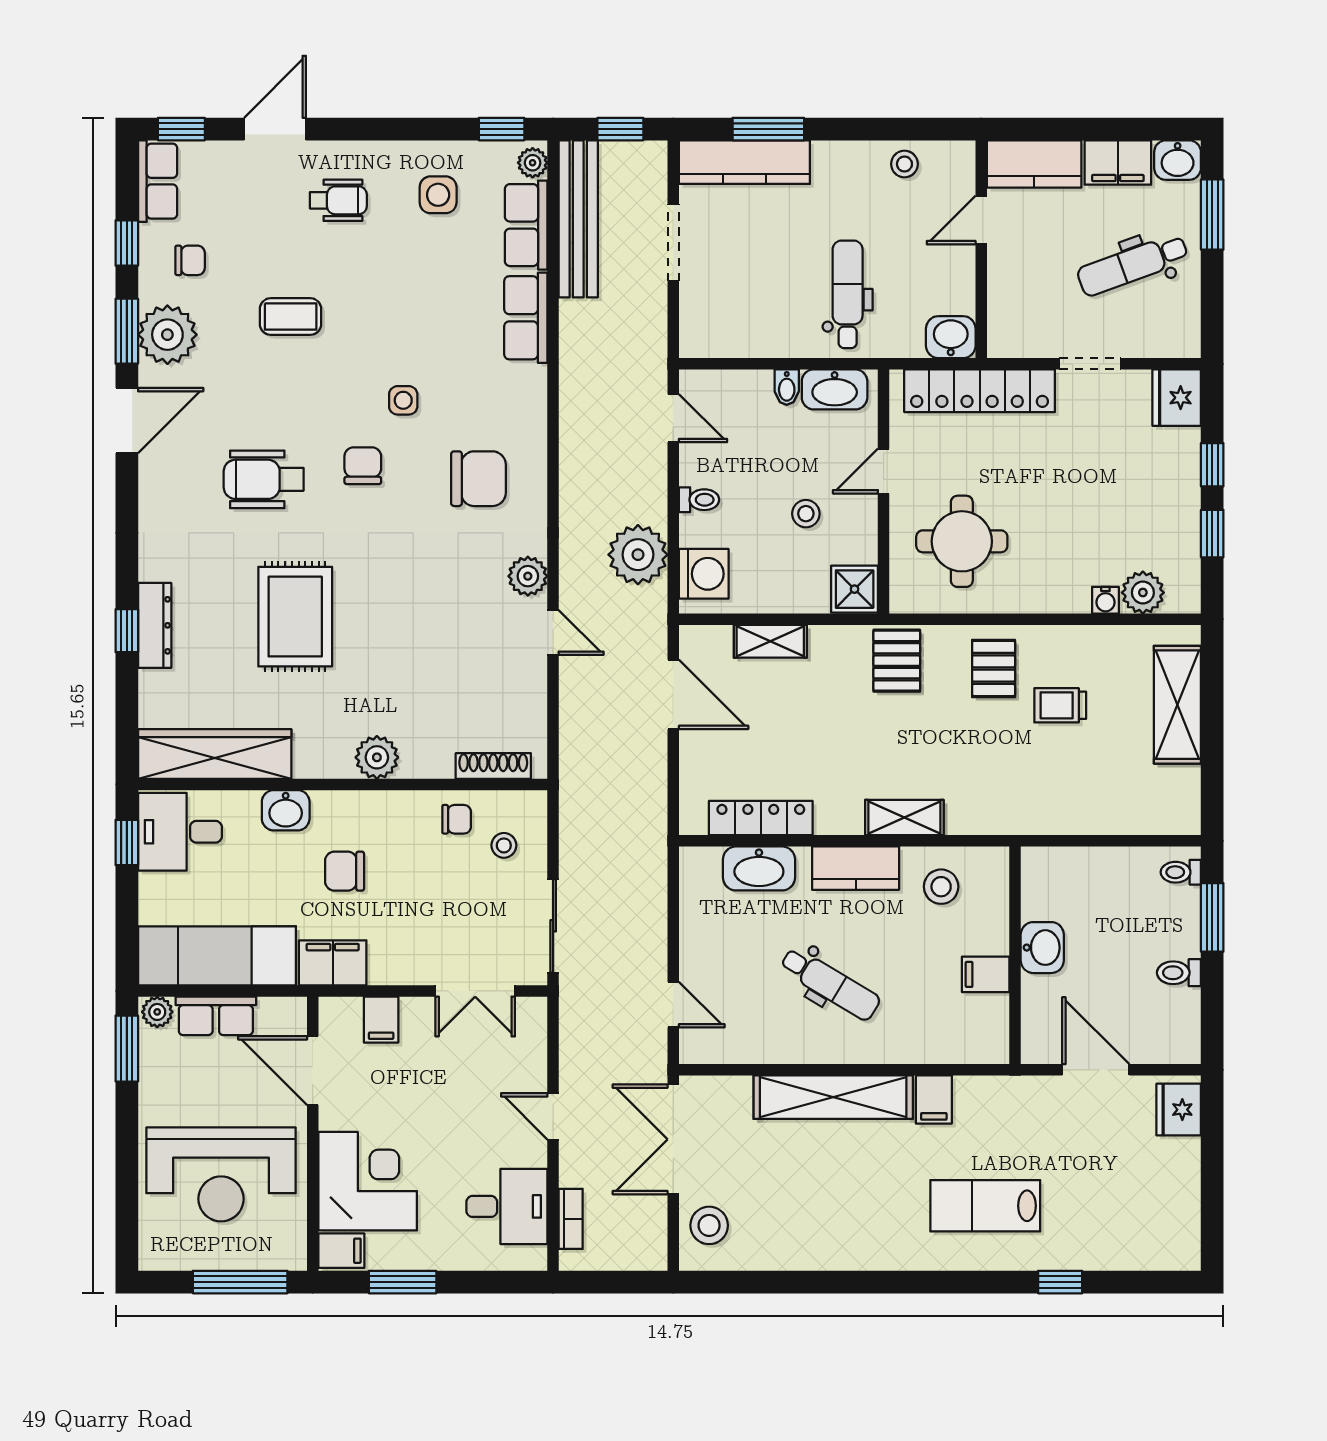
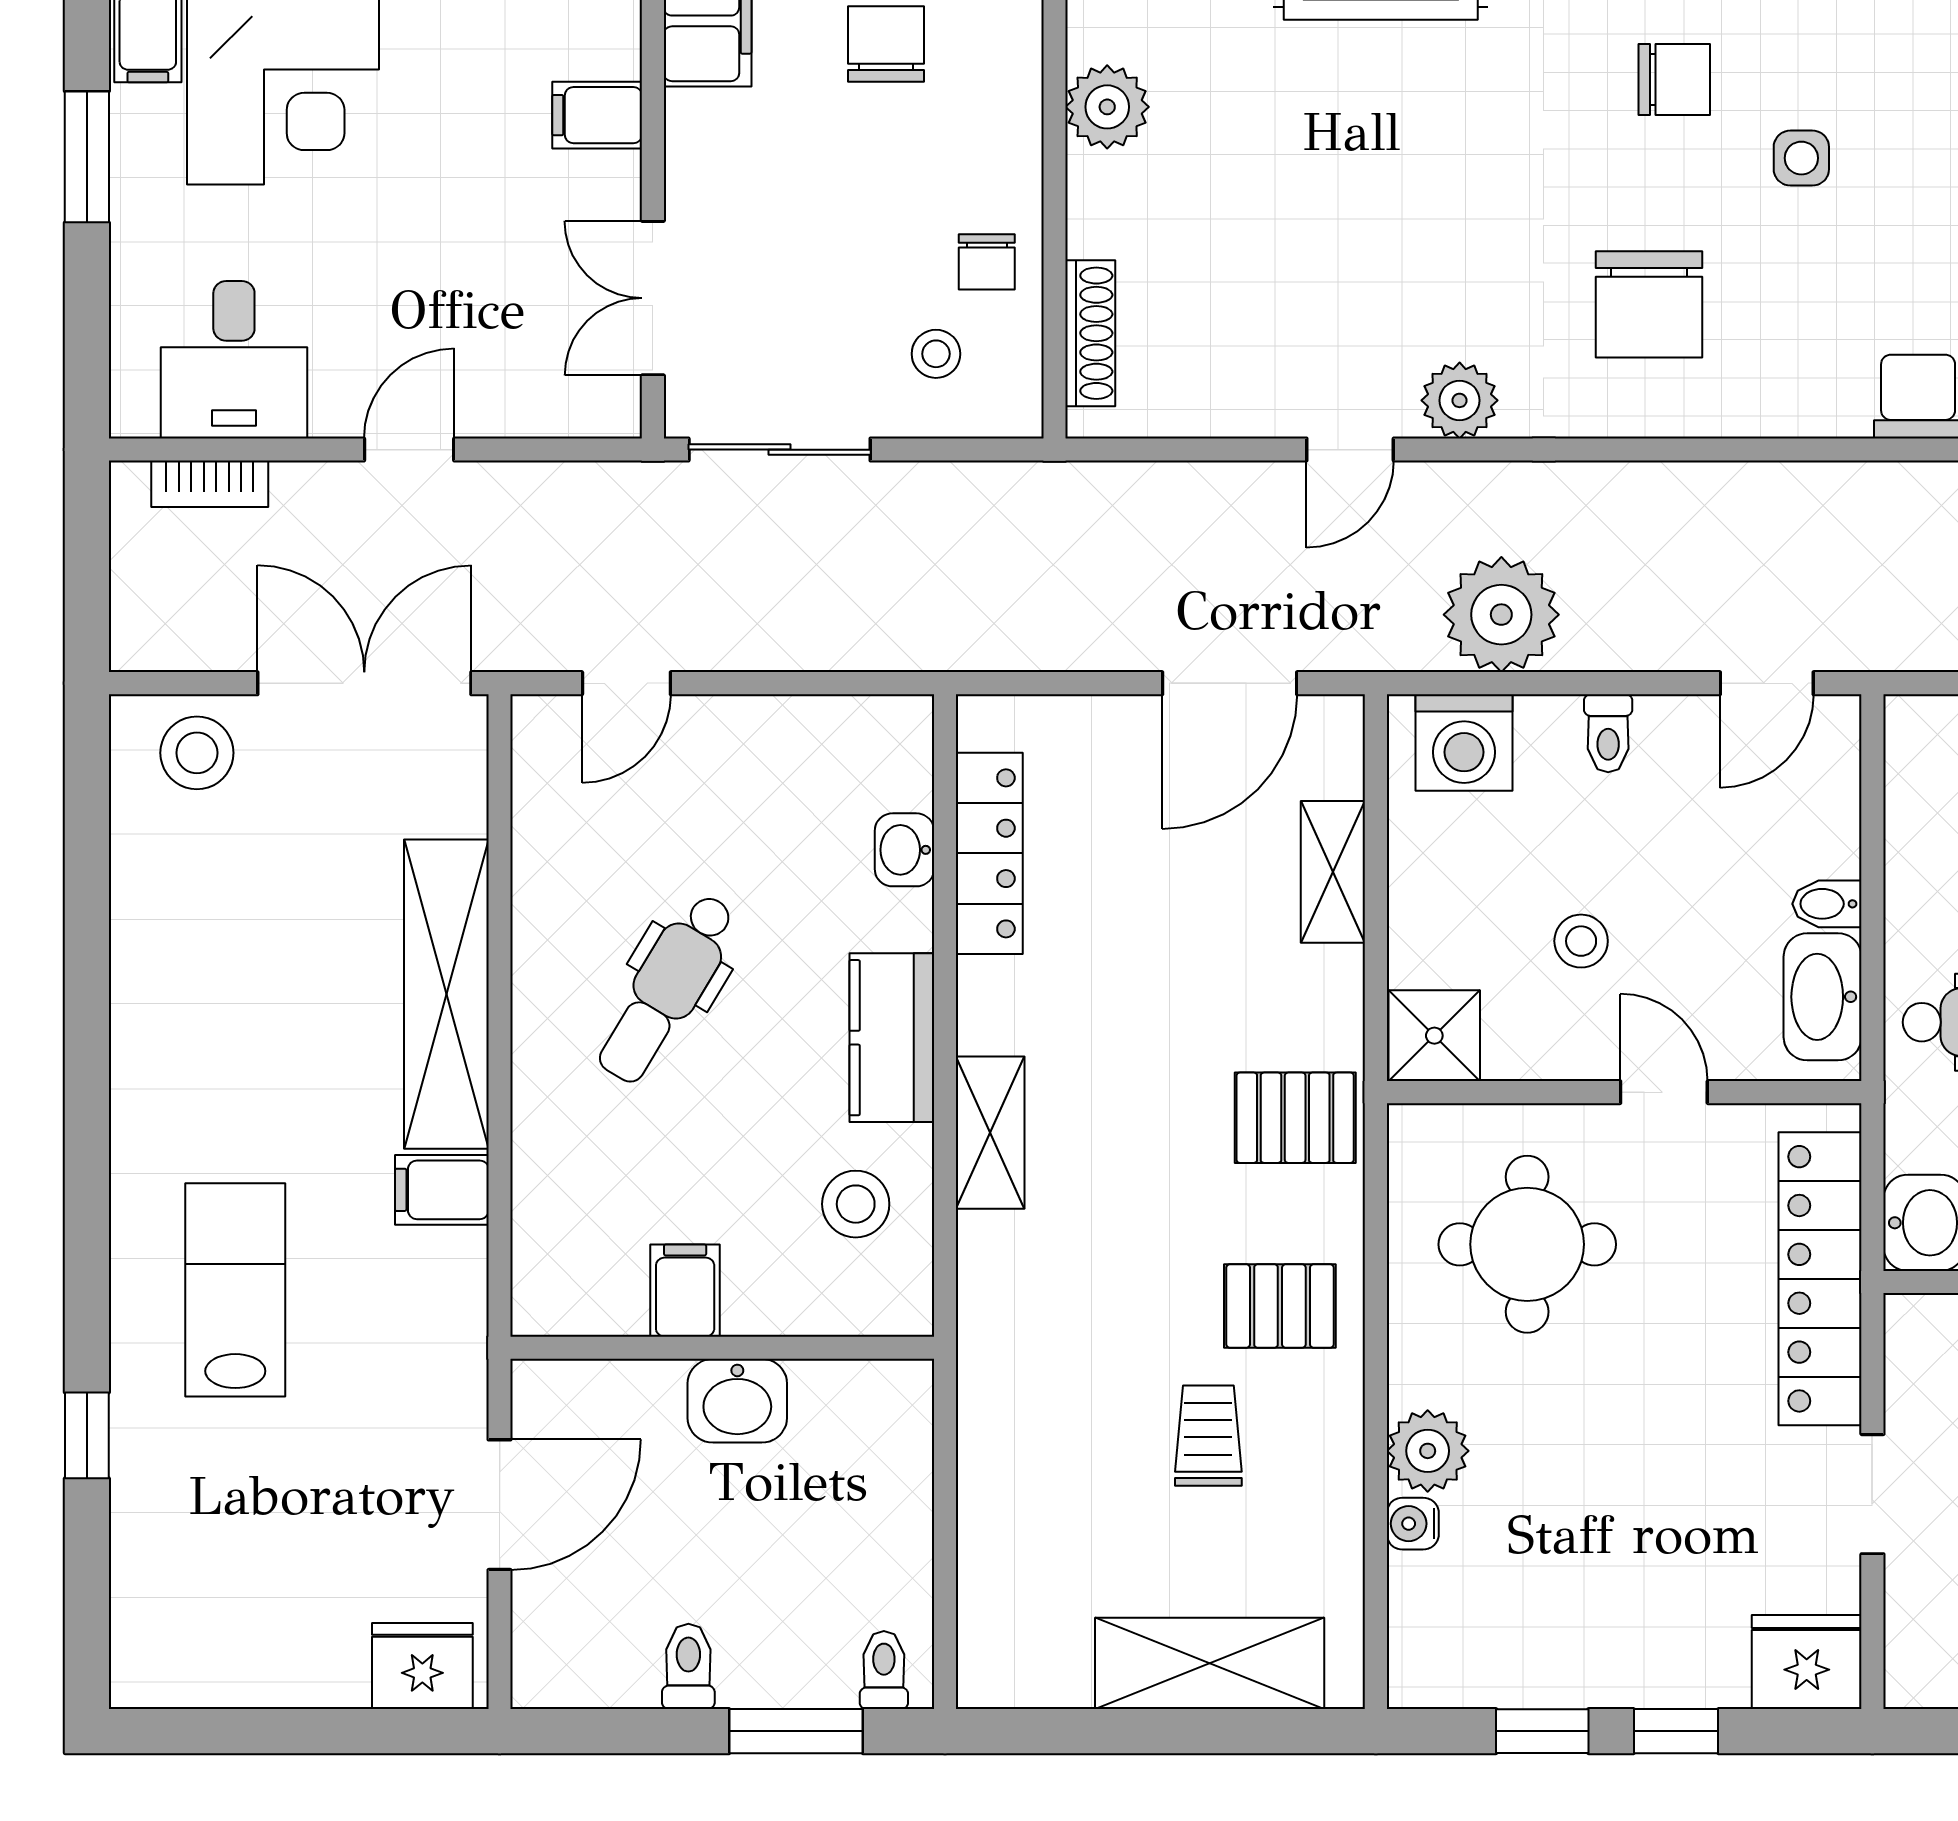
plant: (1143, 593) -> (1428, 1451), moved
washbasin: (759, 868) -> (904, 850), width x0.52, depth x0.69

